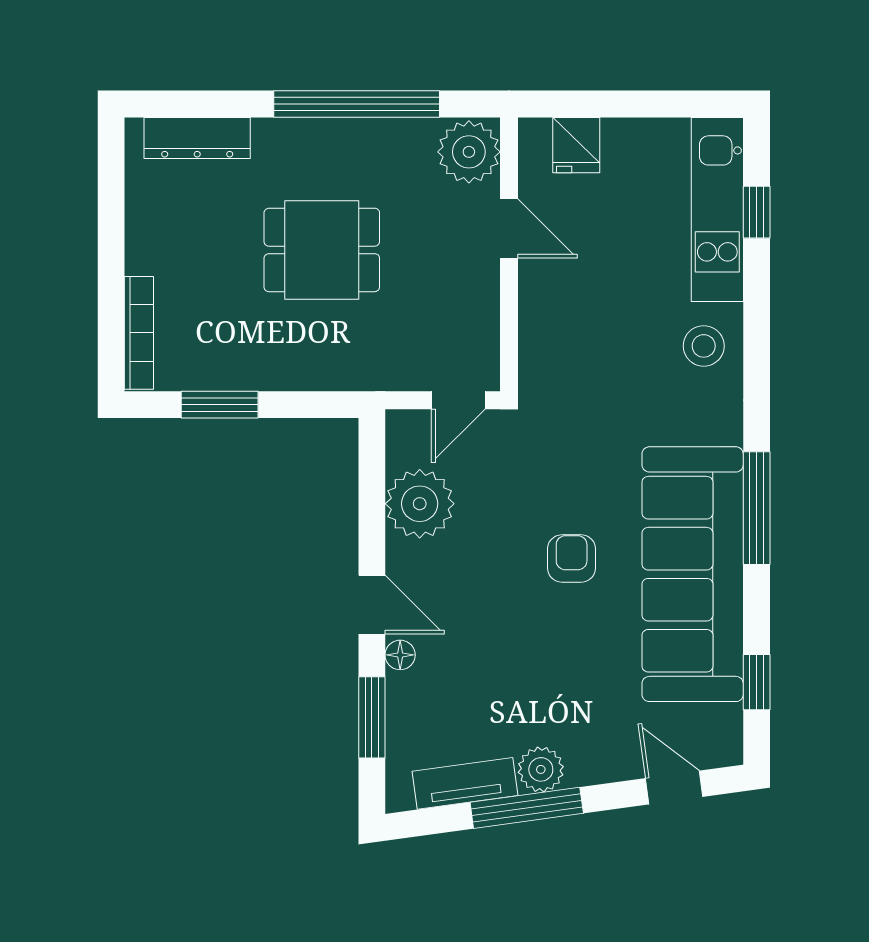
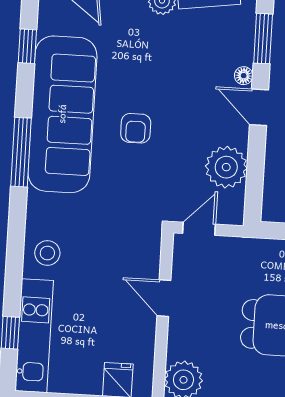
door: (509, 229) -> (164, 298), moved

